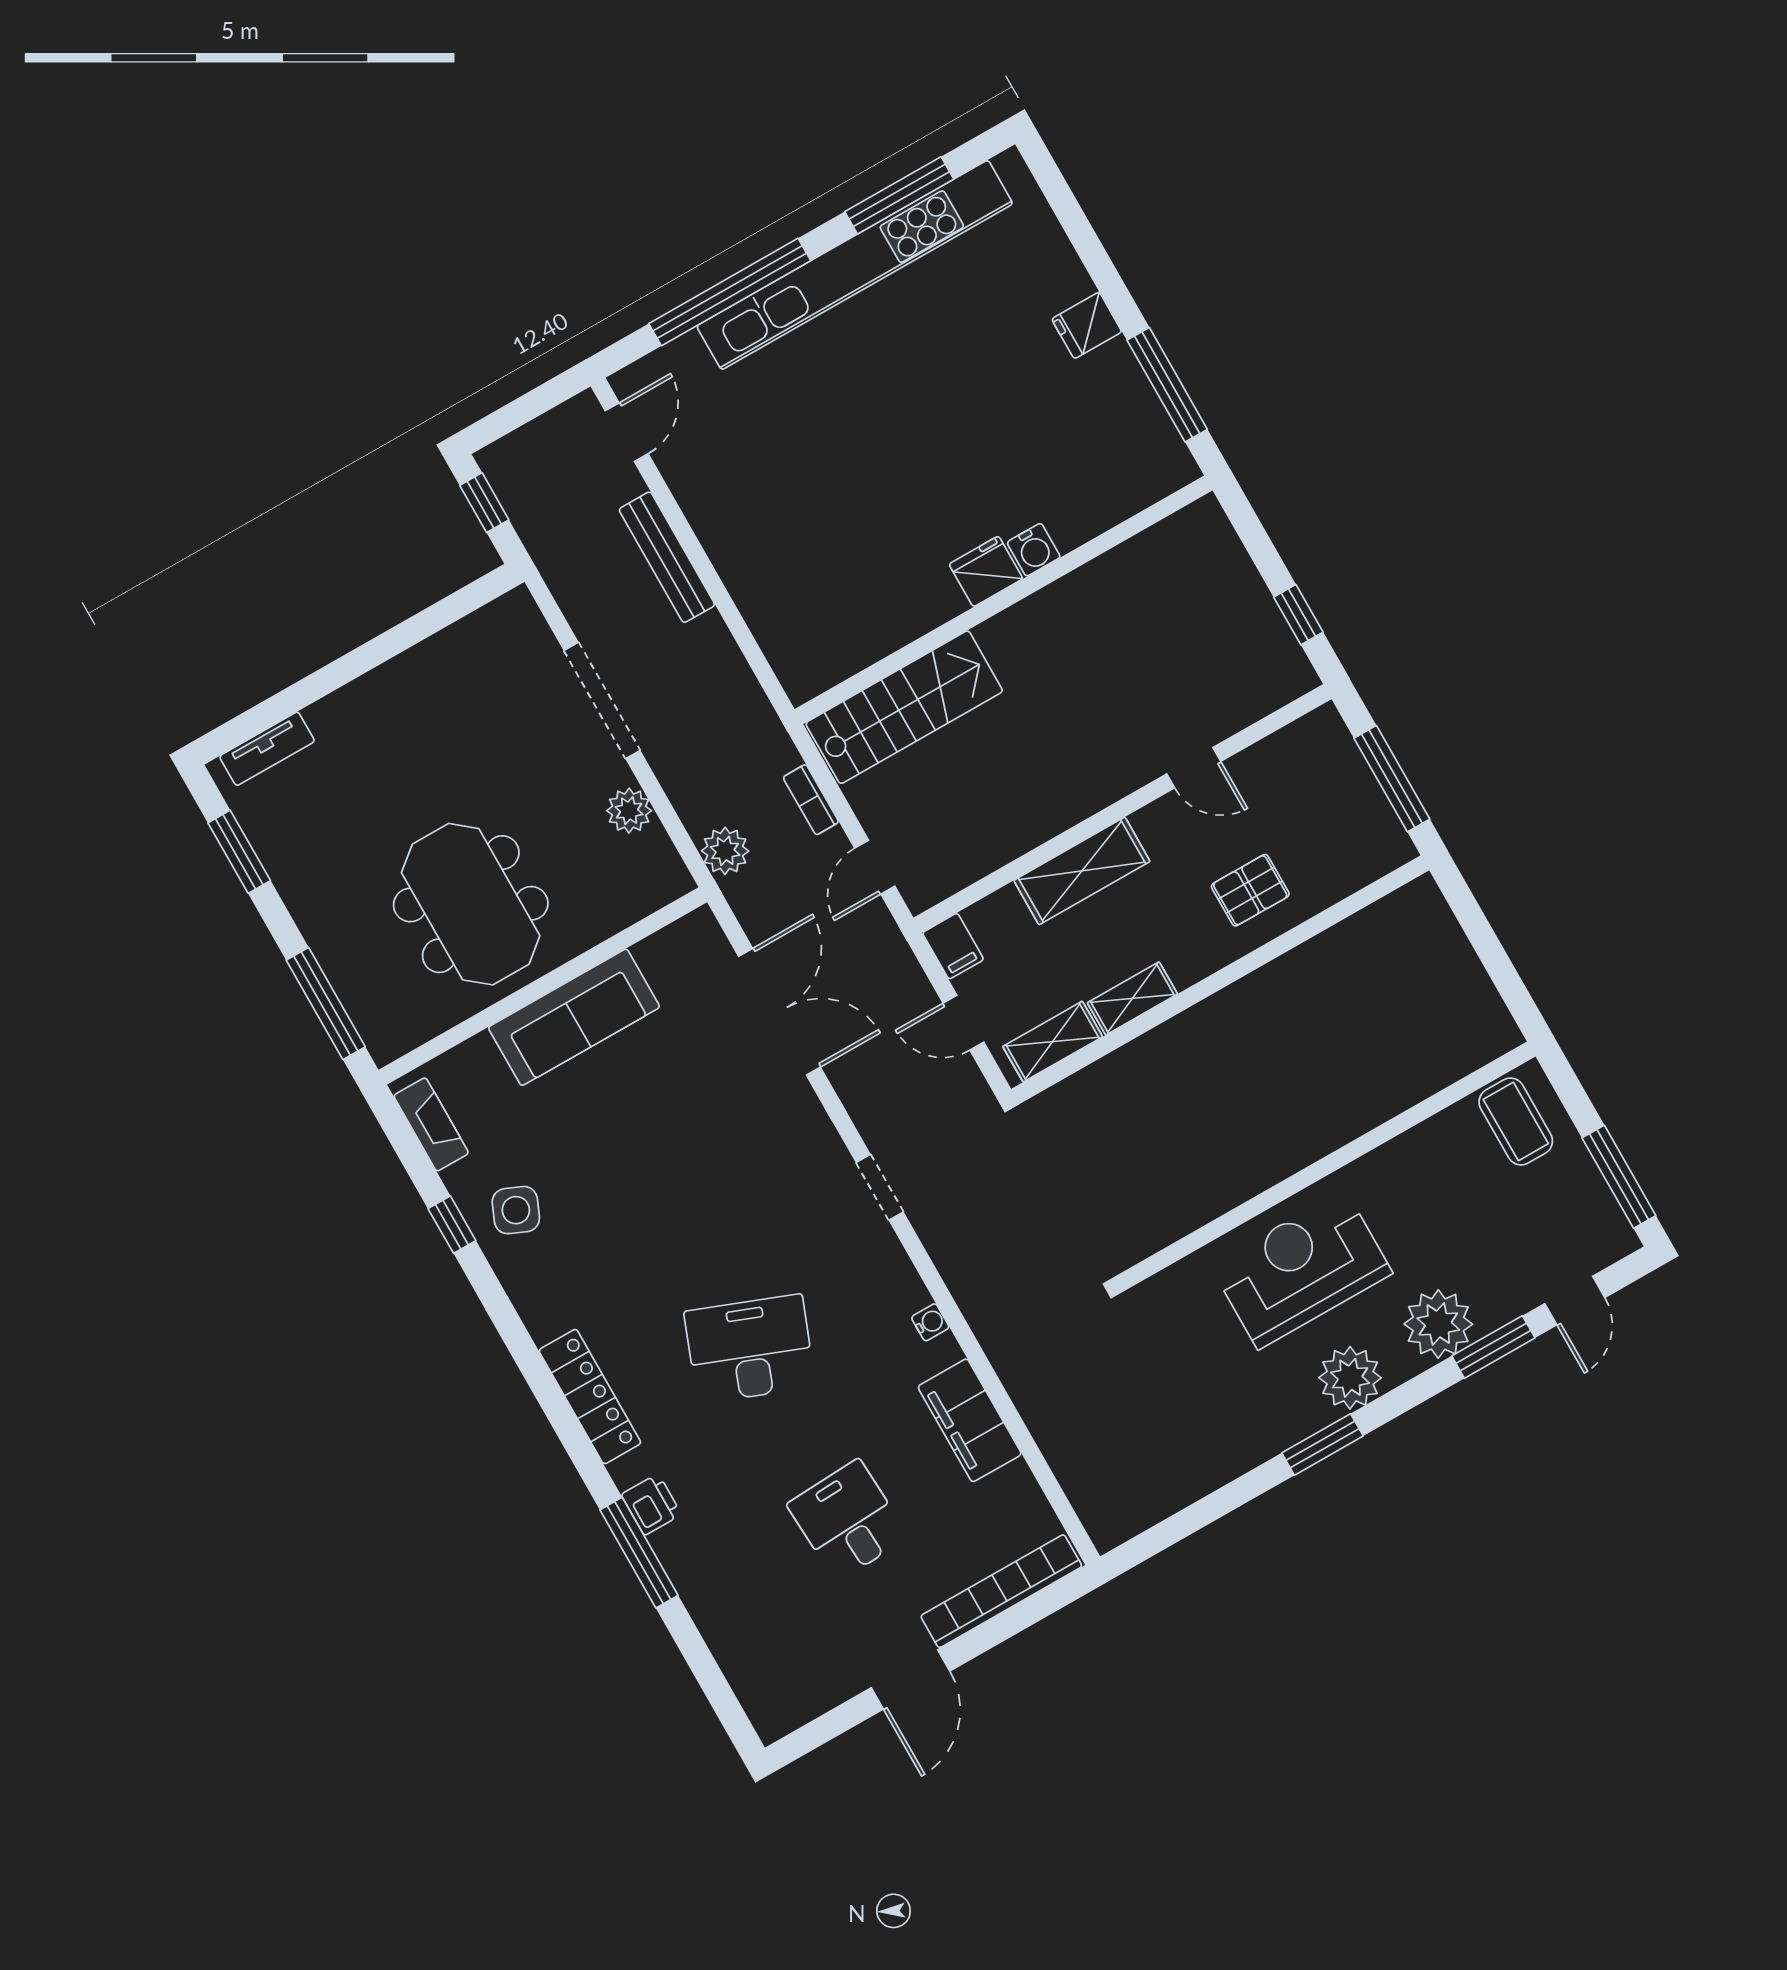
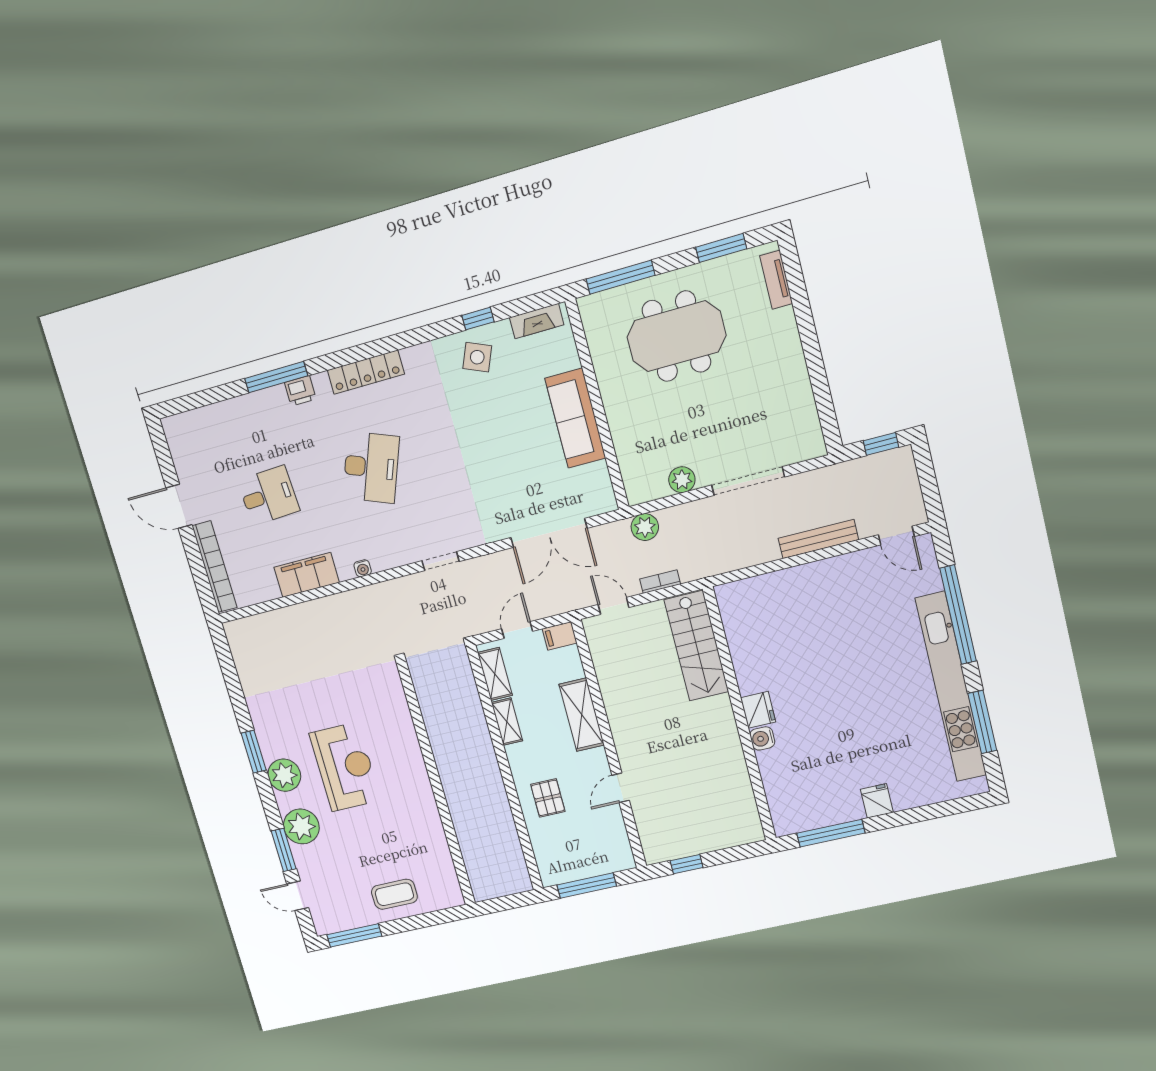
meeting table: (471, 904) -> (676, 336), moved
wall: (1326, 1166) -> (436, 785), moved

